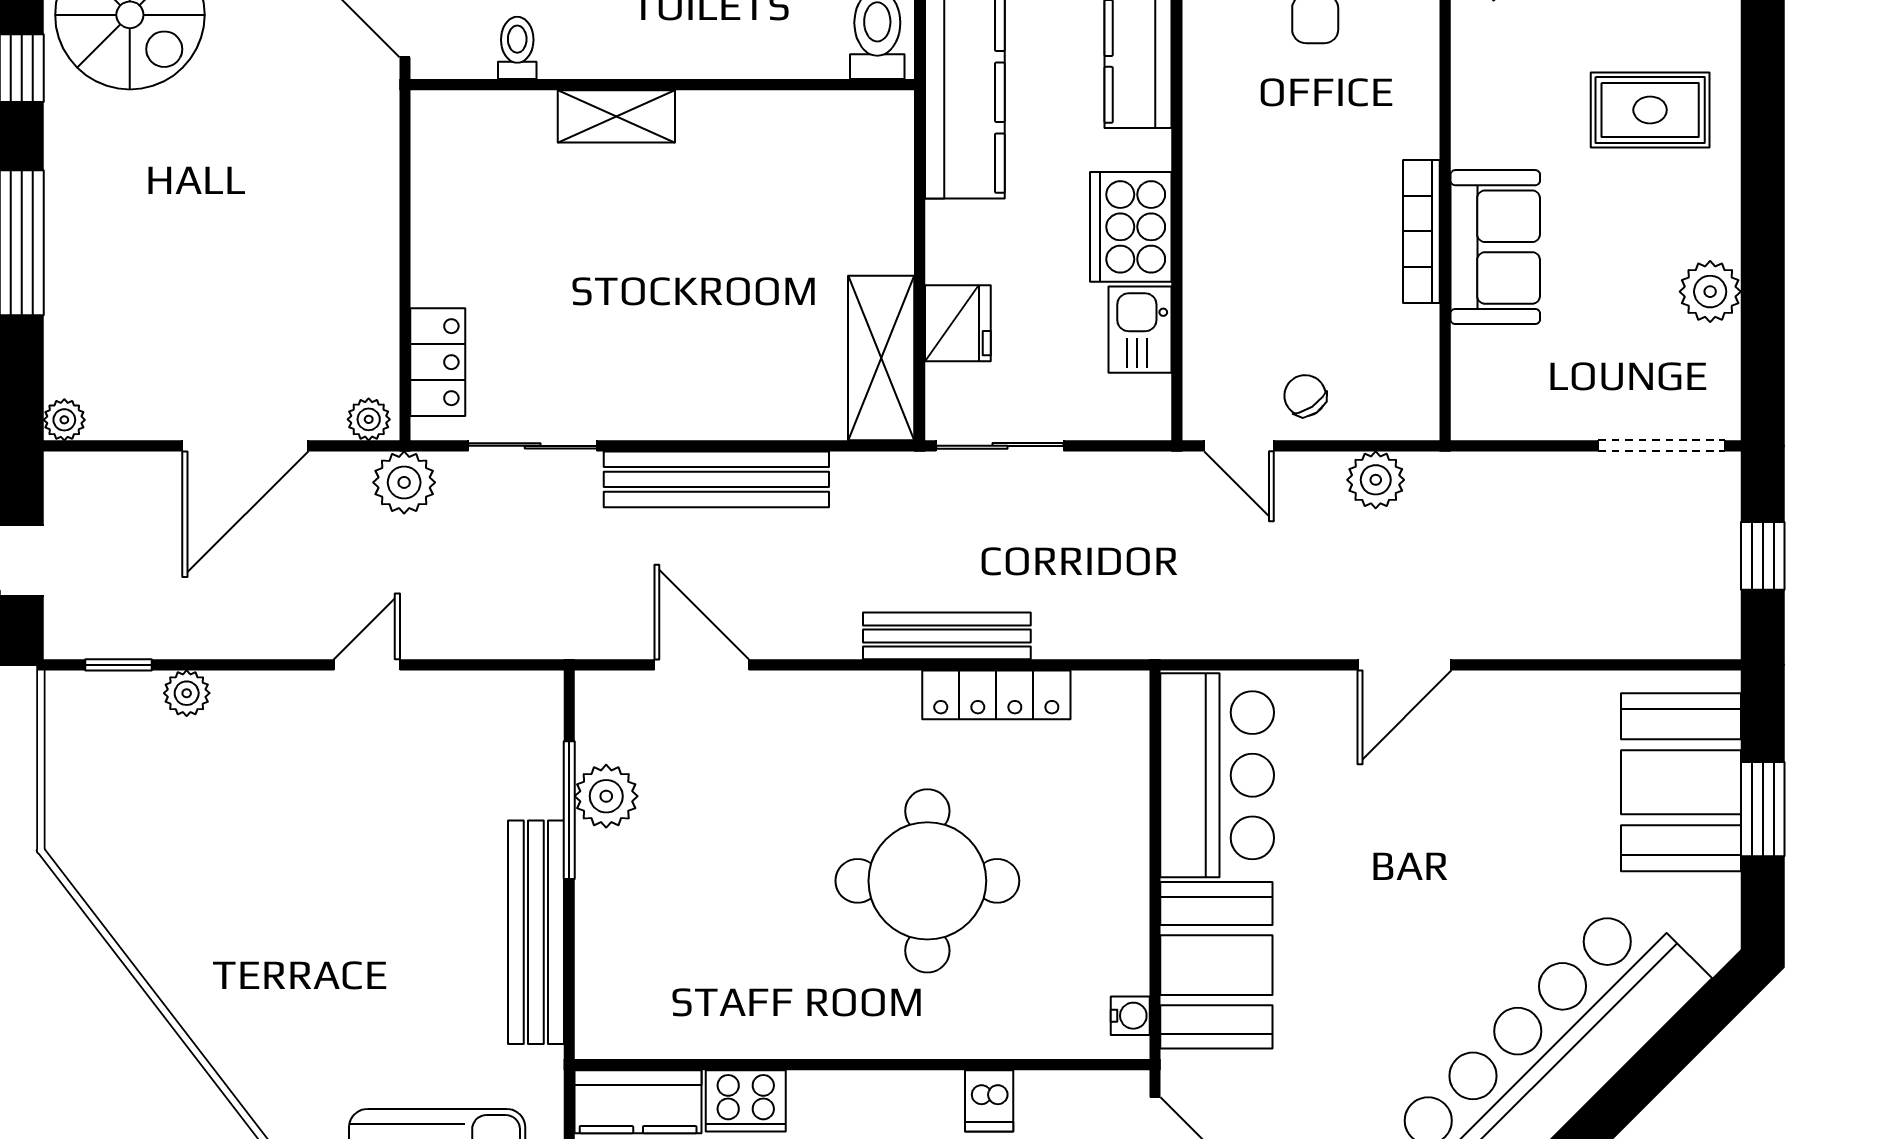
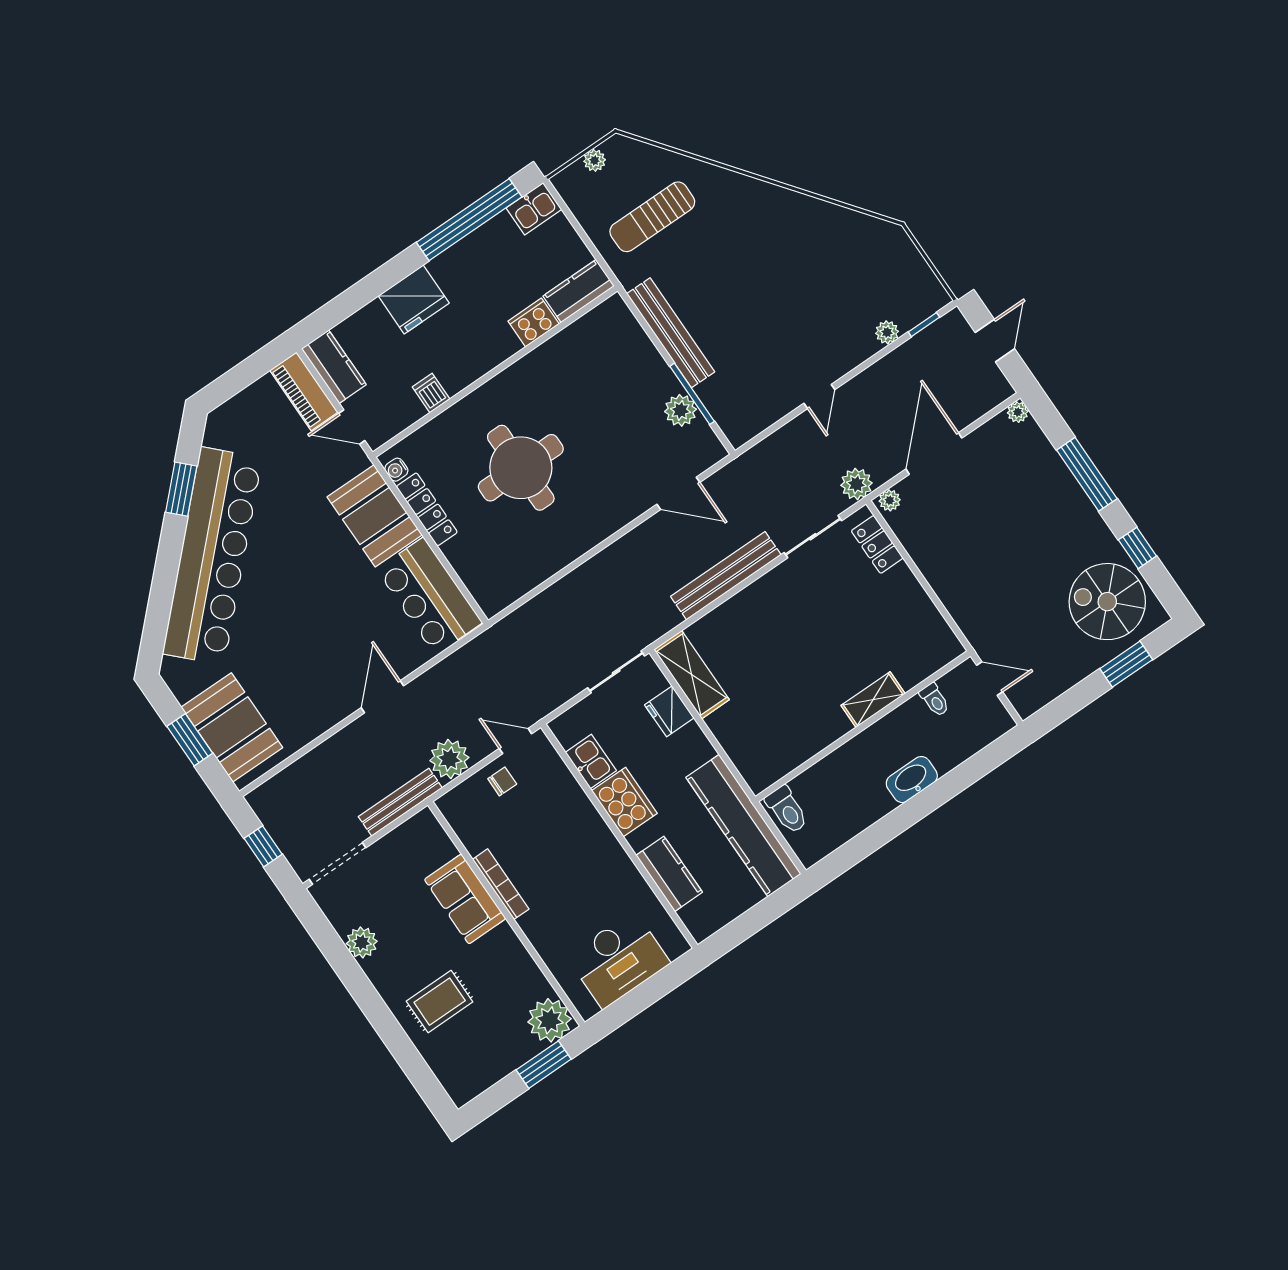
chair: (1305, 396) -> (502, 781), turned -56
plant: (1376, 480) -> (449, 759), width x1.36, depth x1.36
bench: (947, 636) -> (400, 802), moved
locker: (996, 695) -> (427, 509), moved, turned 90

